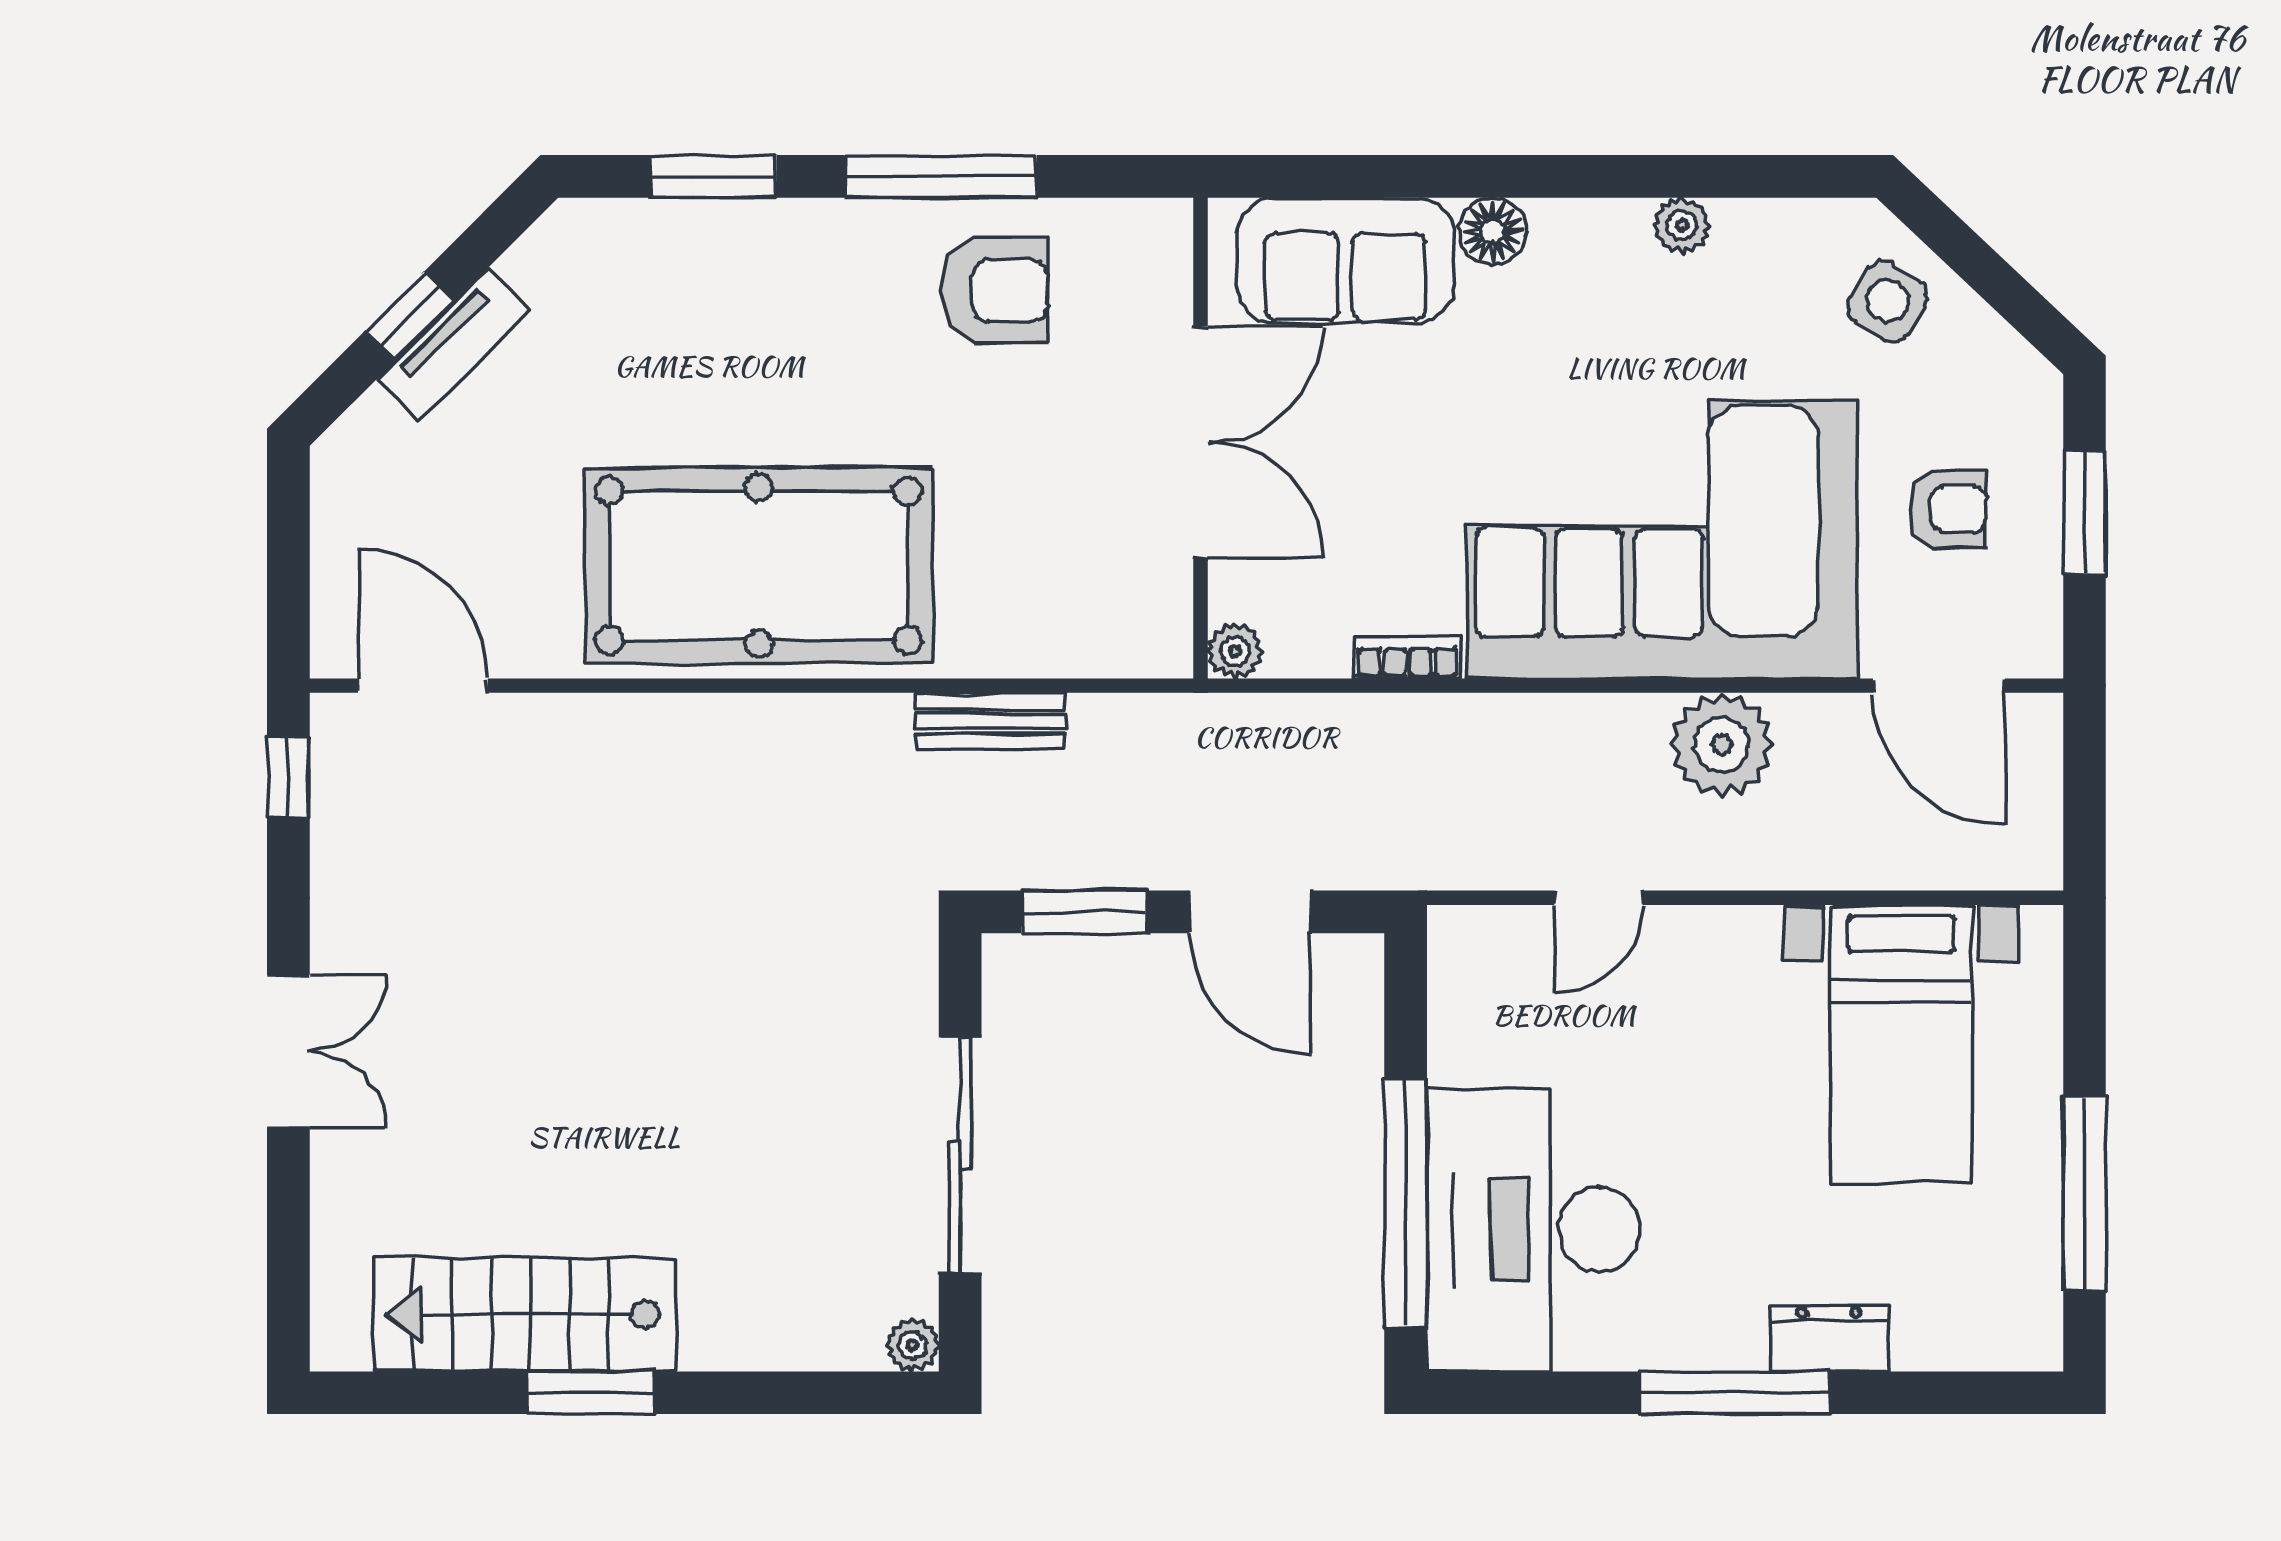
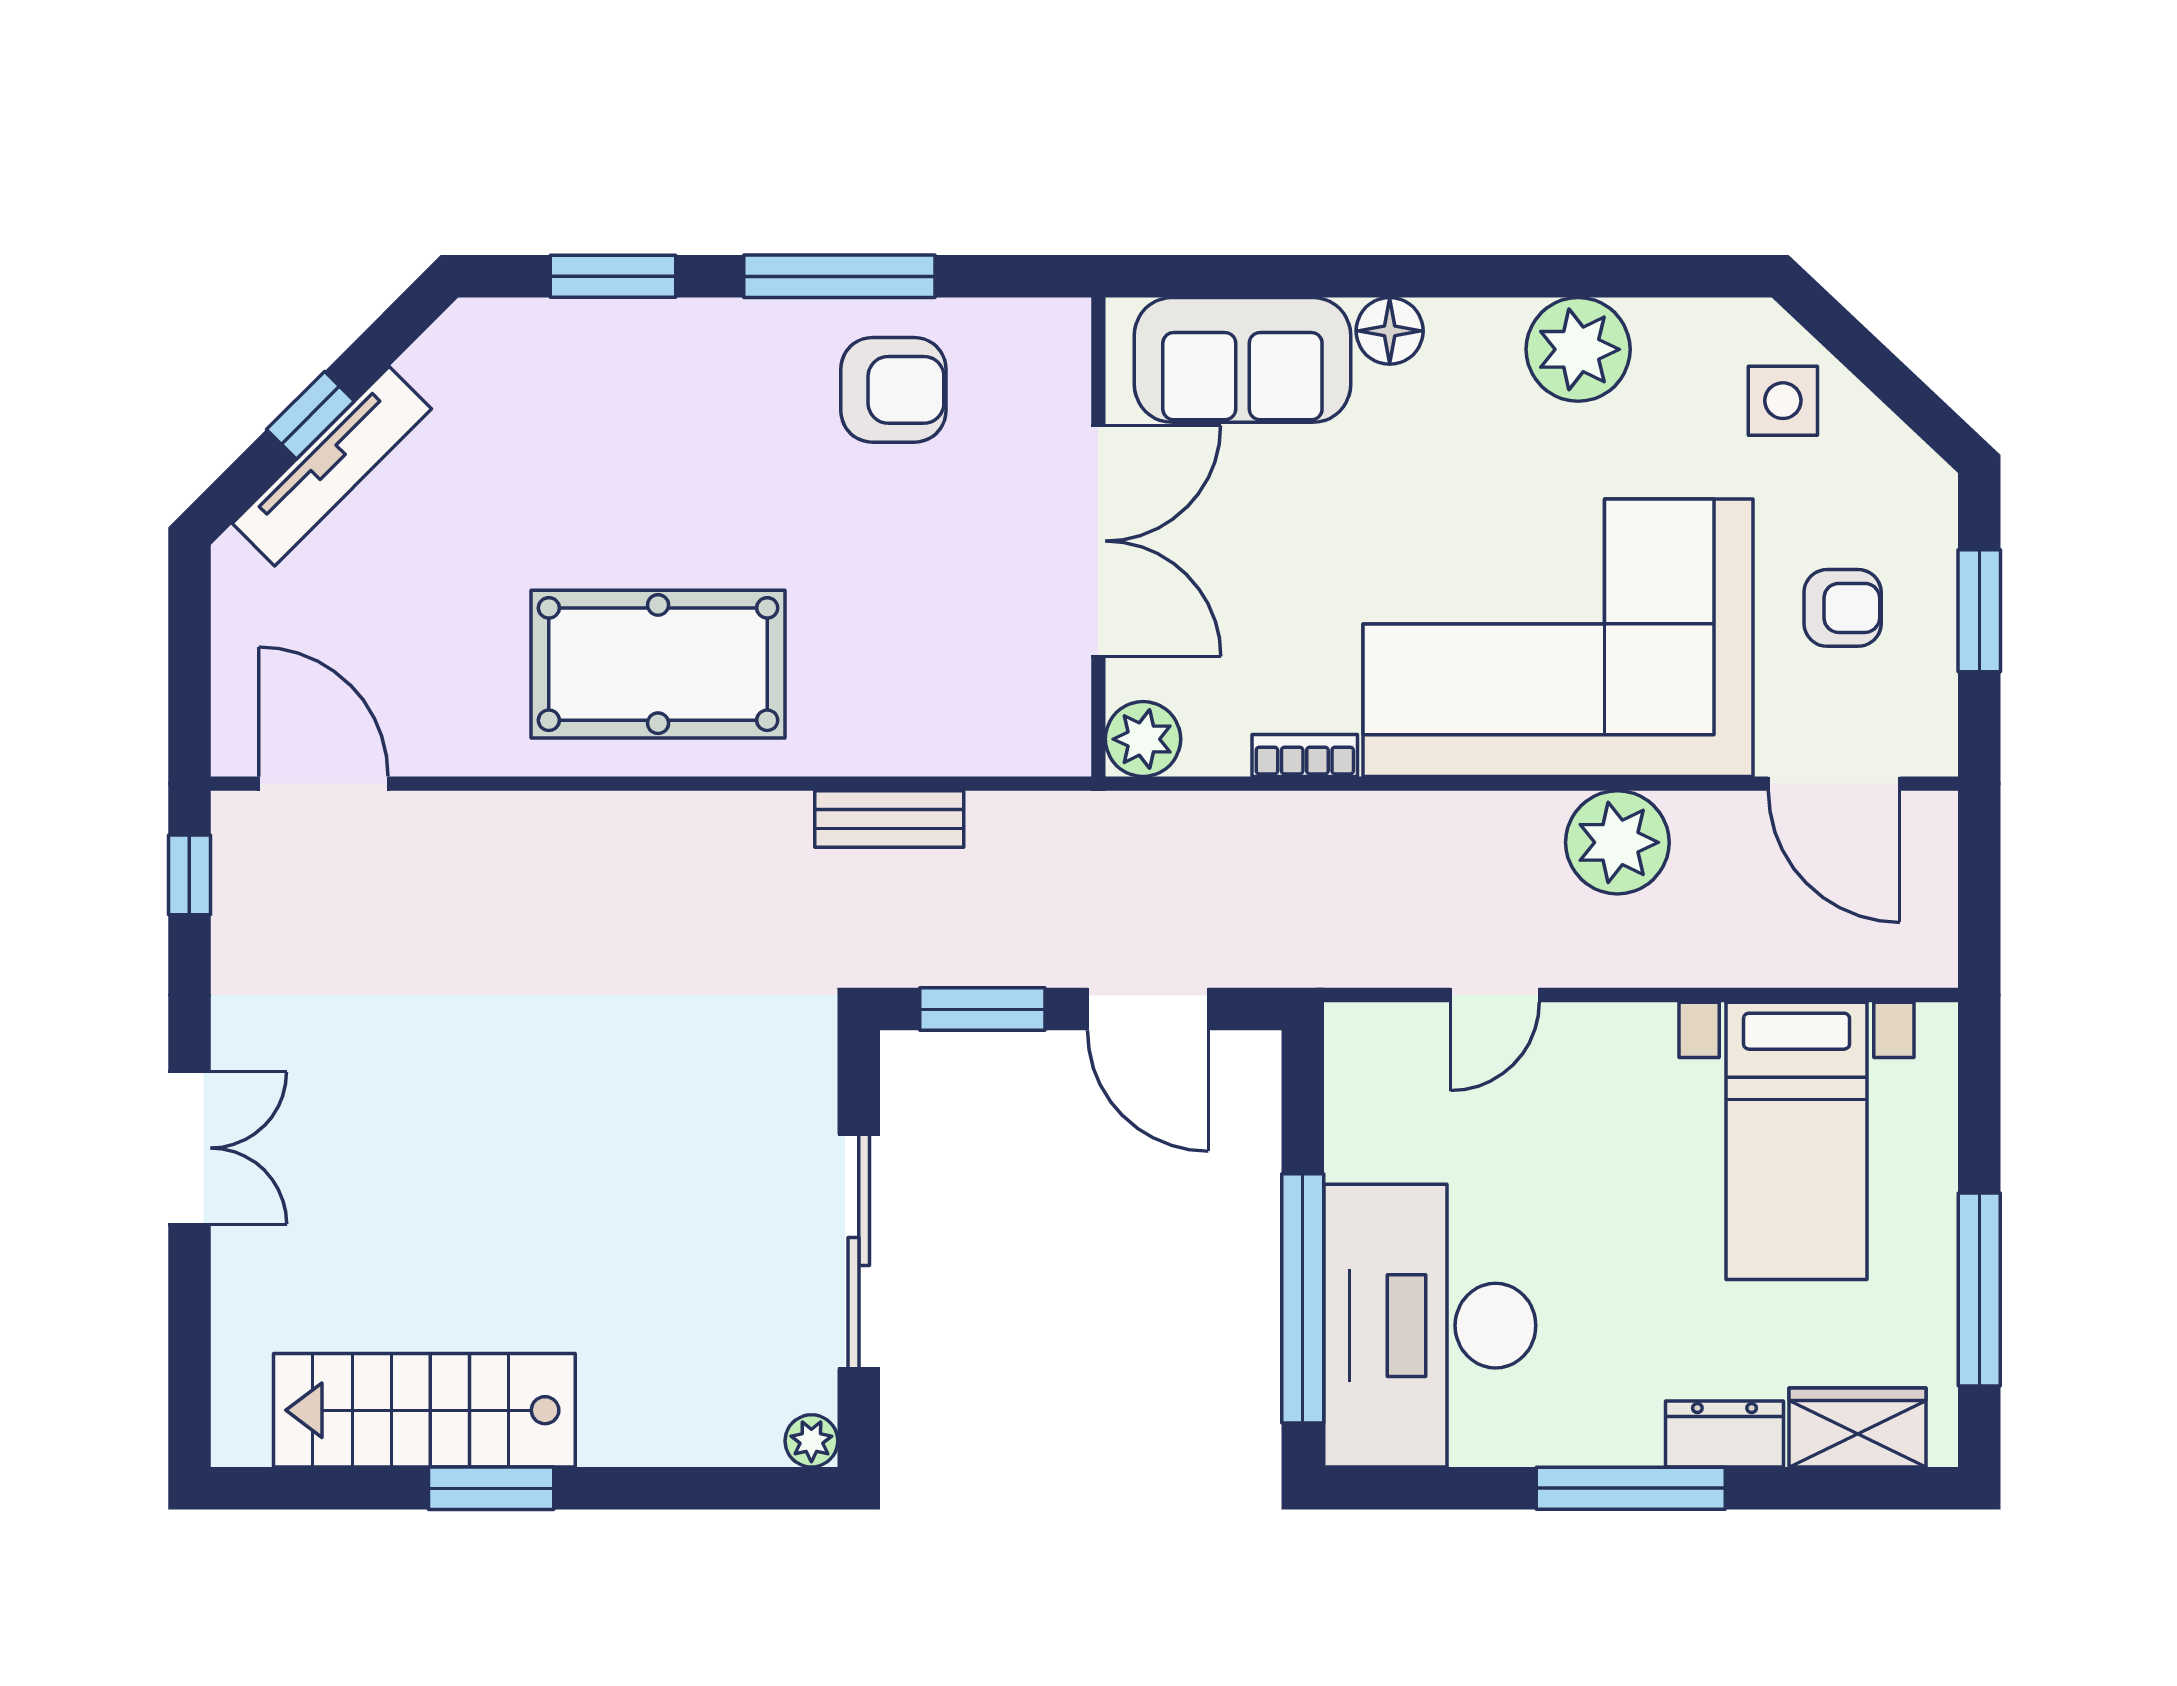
plant: (1682, 225) -> (1578, 349), width x1.88, depth x1.88
side table: (1887, 301) -> (1783, 401), turned -32
tv unit: (454, 344) -> (332, 466), width x1.41
pool table: (759, 566) -> (658, 664), width x0.73, depth x0.76
plant: (1235, 651) -> (1143, 739), width x1.38, depth x1.38
wardrobe: (1962, 1332) -> (1857, 1427), added

